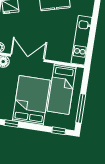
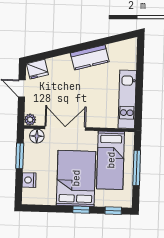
window: (81, 108) -> (137, 168), moved
window: (11, 123) -> (81, 210), moved

